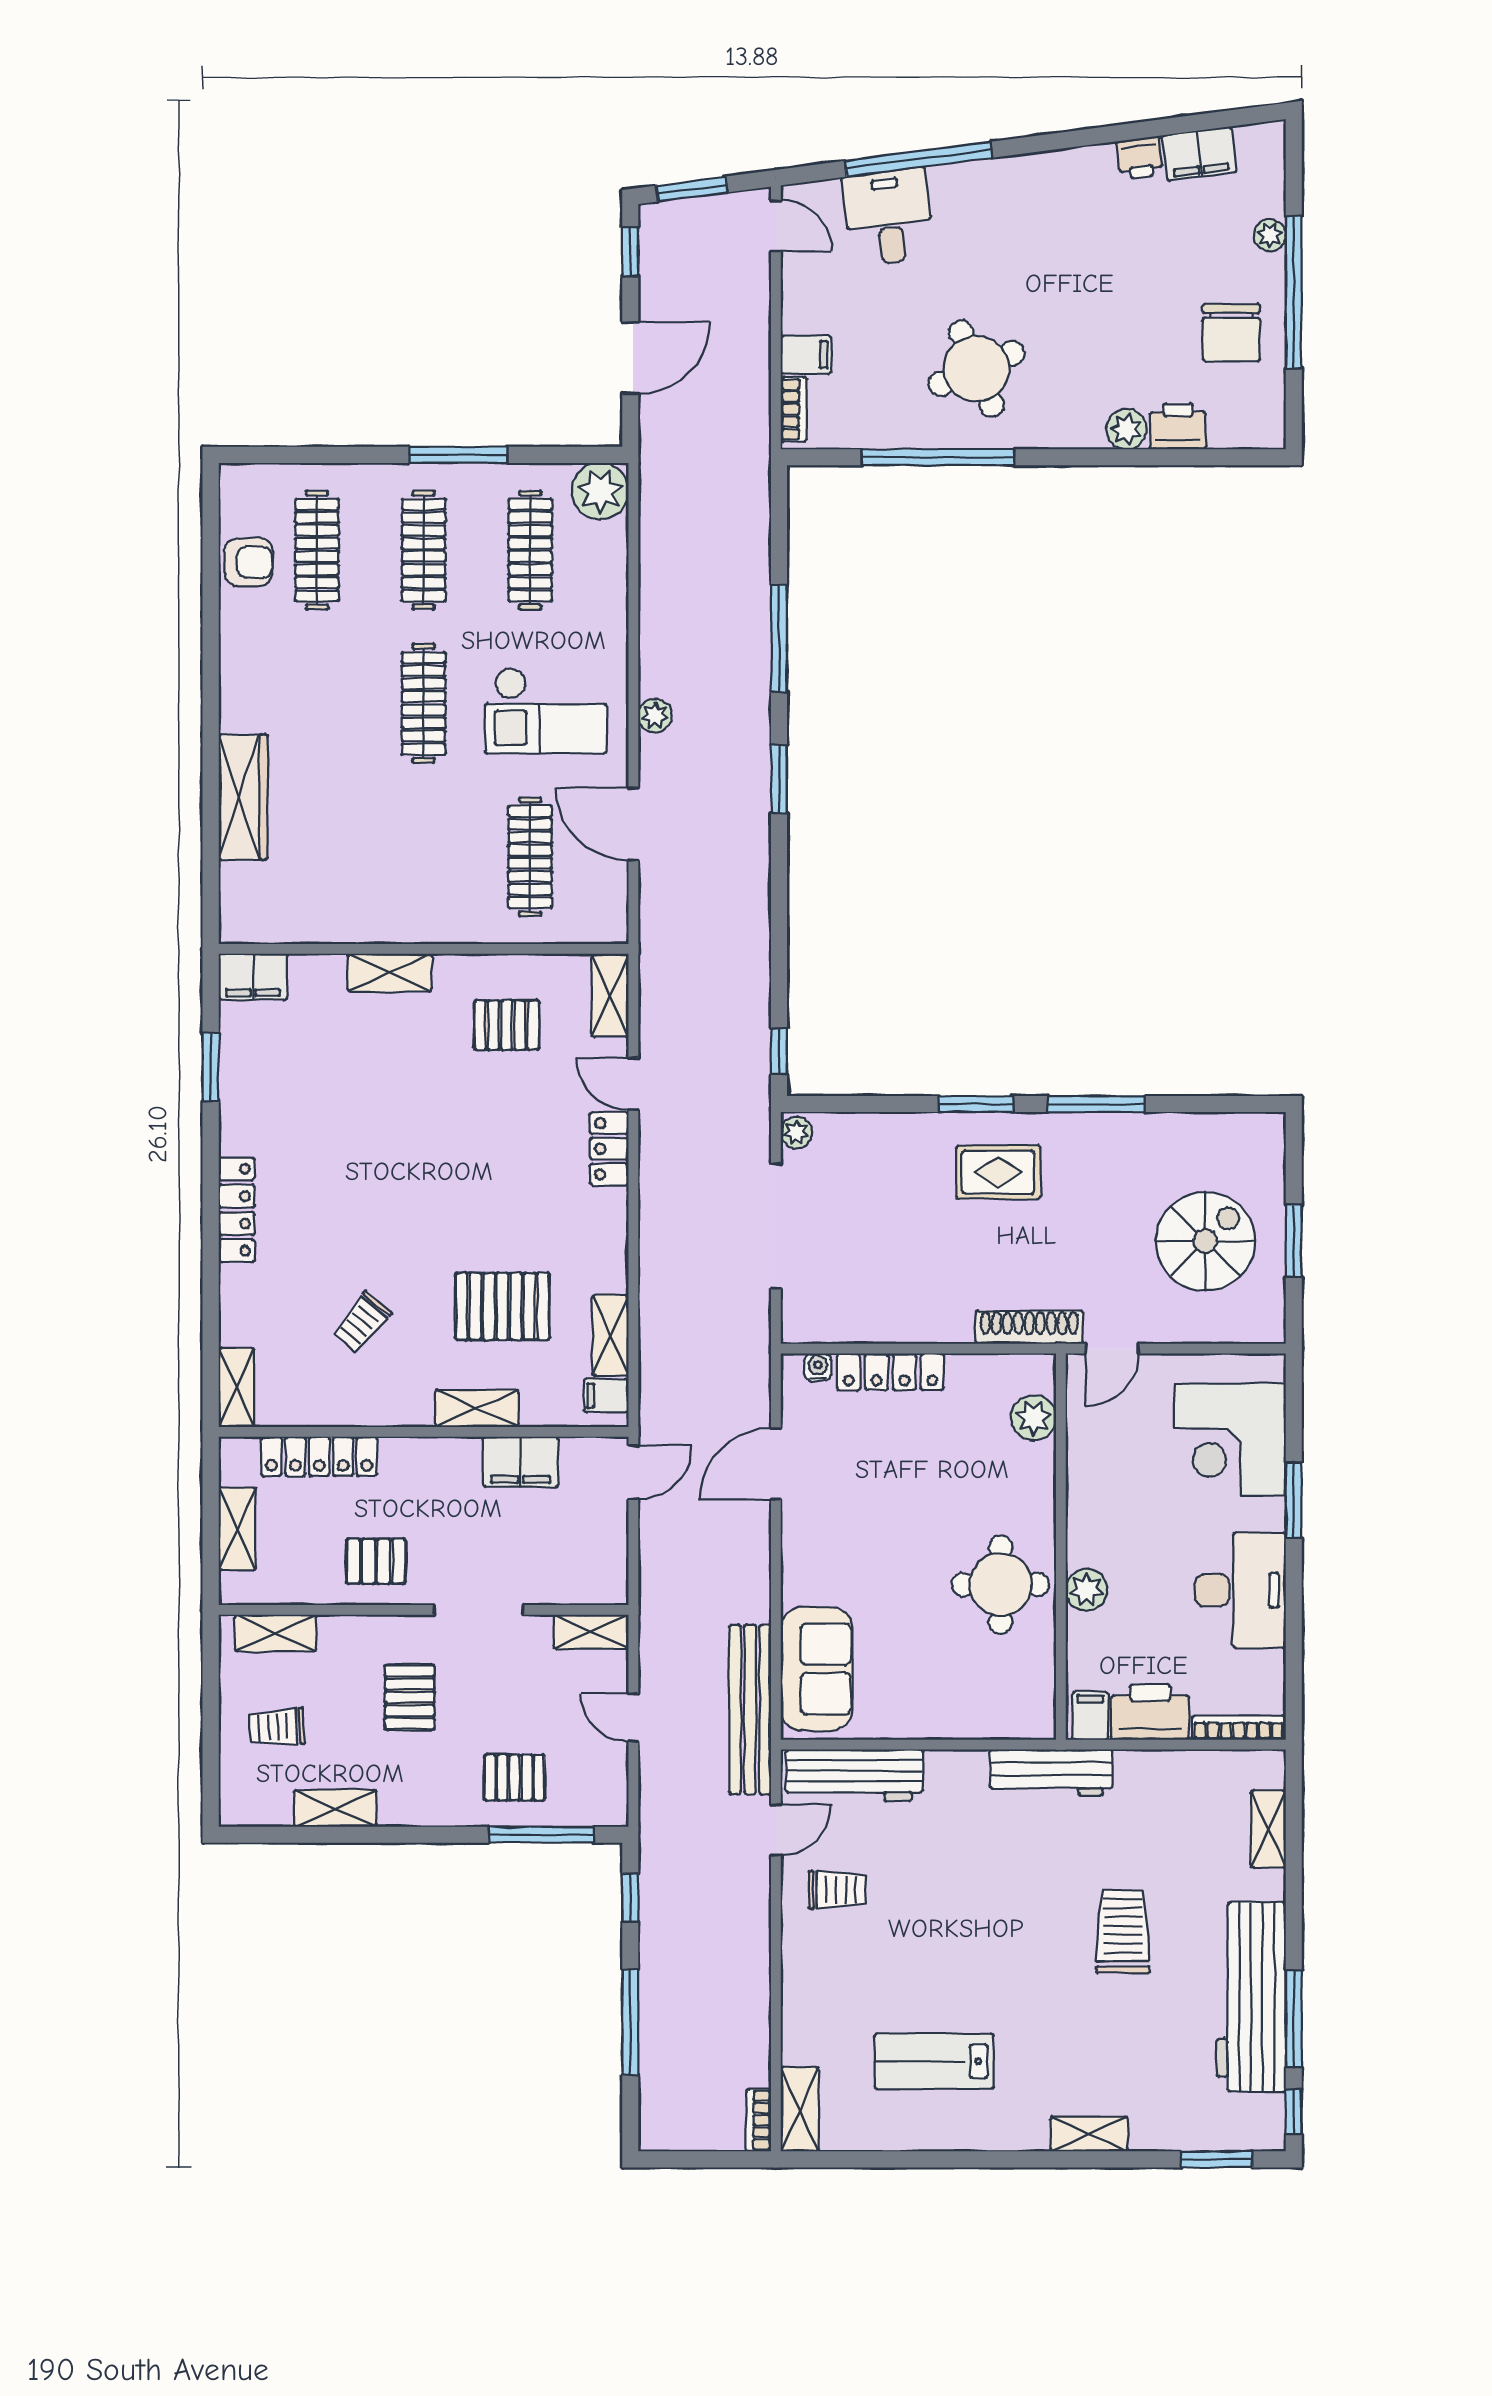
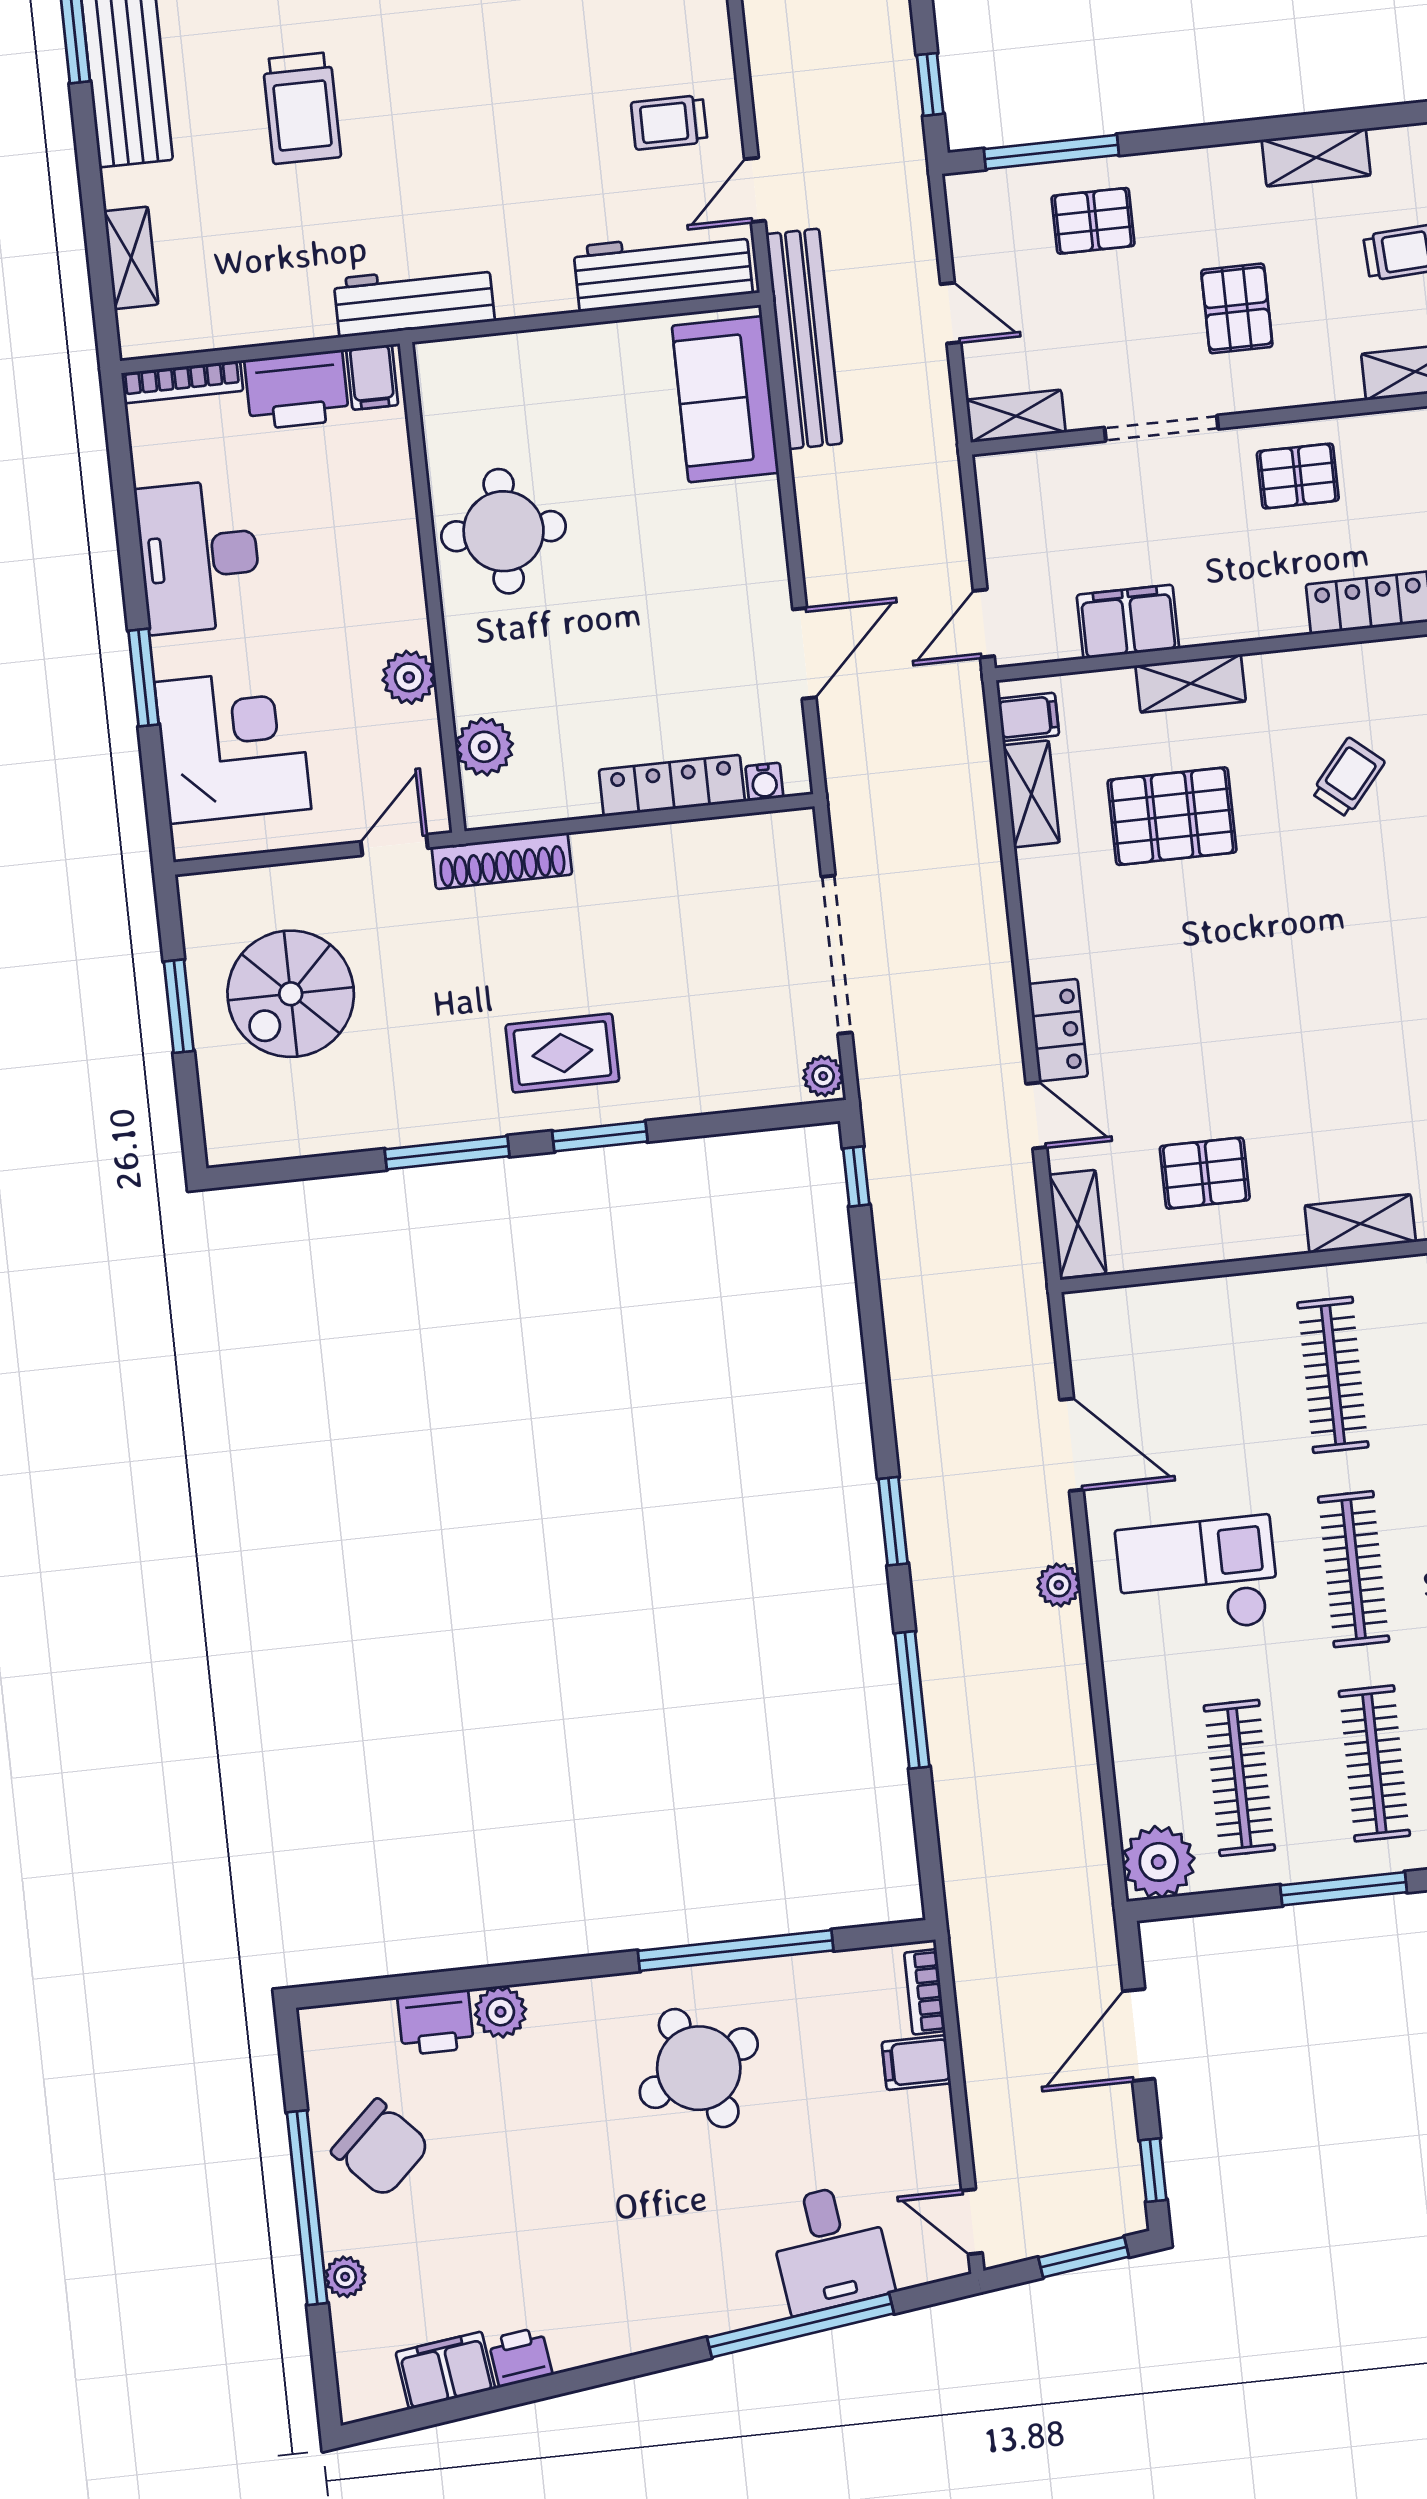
chair: (1231, 333) -> (381, 2148), turned 137
clothes rail: (530, 857) -> (1333, 1375), moved
plant: (1087, 1590) -> (409, 677), moved

